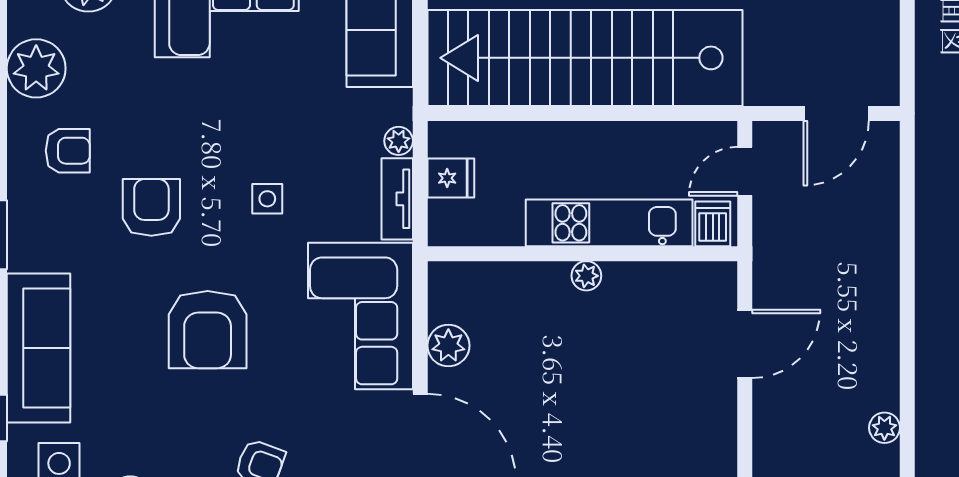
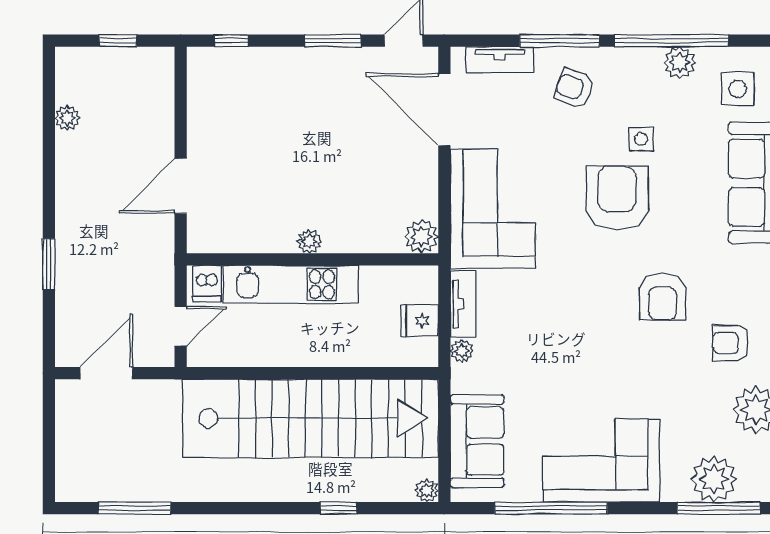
side table: (267, 199) -> (641, 139), moved
window: (907, 248) -> (49, 264), added
plant: (448, 346) -> (421, 236), moved

